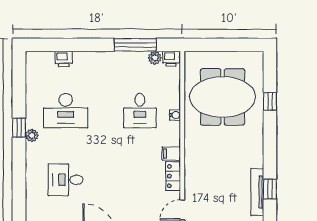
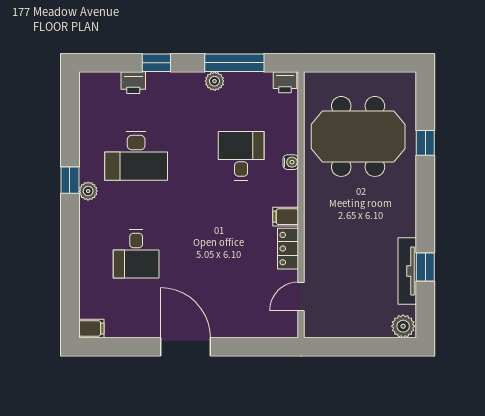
window: (80, 45) -> (156, 63), added
plant: (155, 58) -> (215, 81), moved
desk: (140, 111) -> (241, 156), turned 180
desk: (66, 180) -> (136, 254), turned -90

